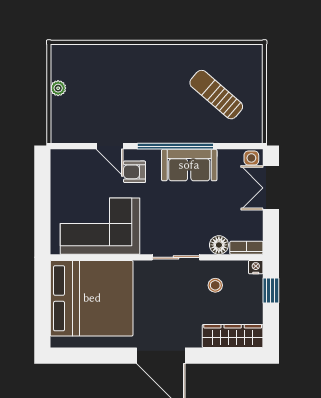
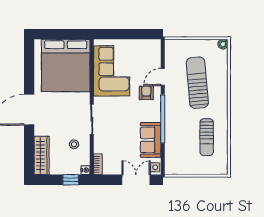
plant: (58, 88) -> (223, 44), moved
sun lounger: (119, 92) -> (197, 83), added
sun lounger: (216, 95) -> (207, 137), moved, turned 139
sofa: (189, 165) -> (151, 140), moved
floor lamp: (219, 245) -> (100, 147), removed

